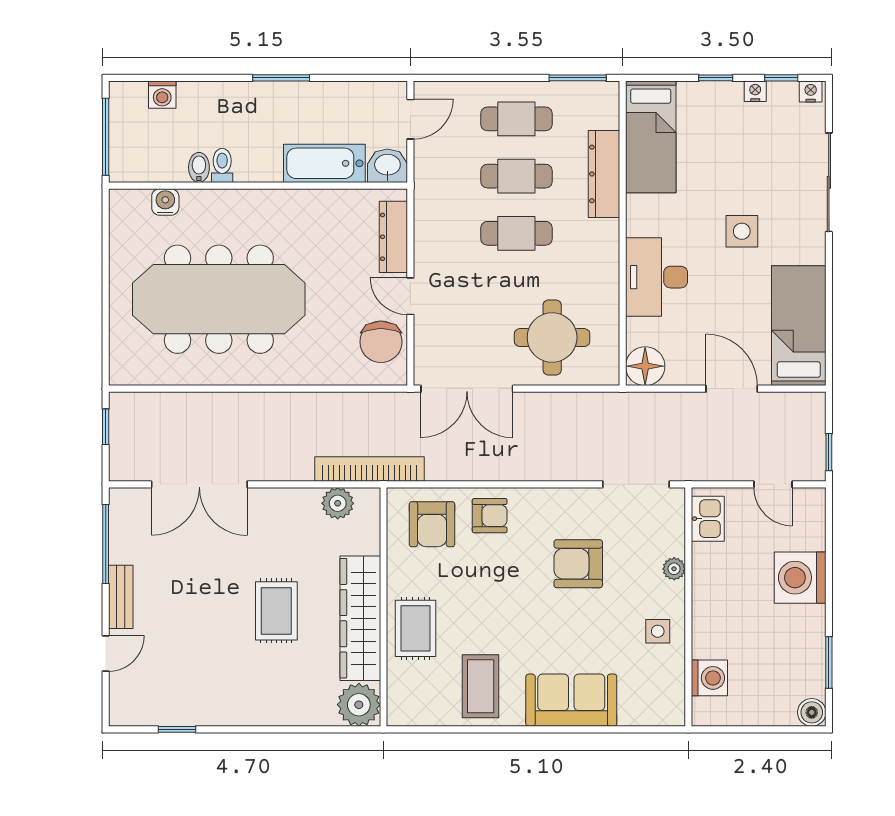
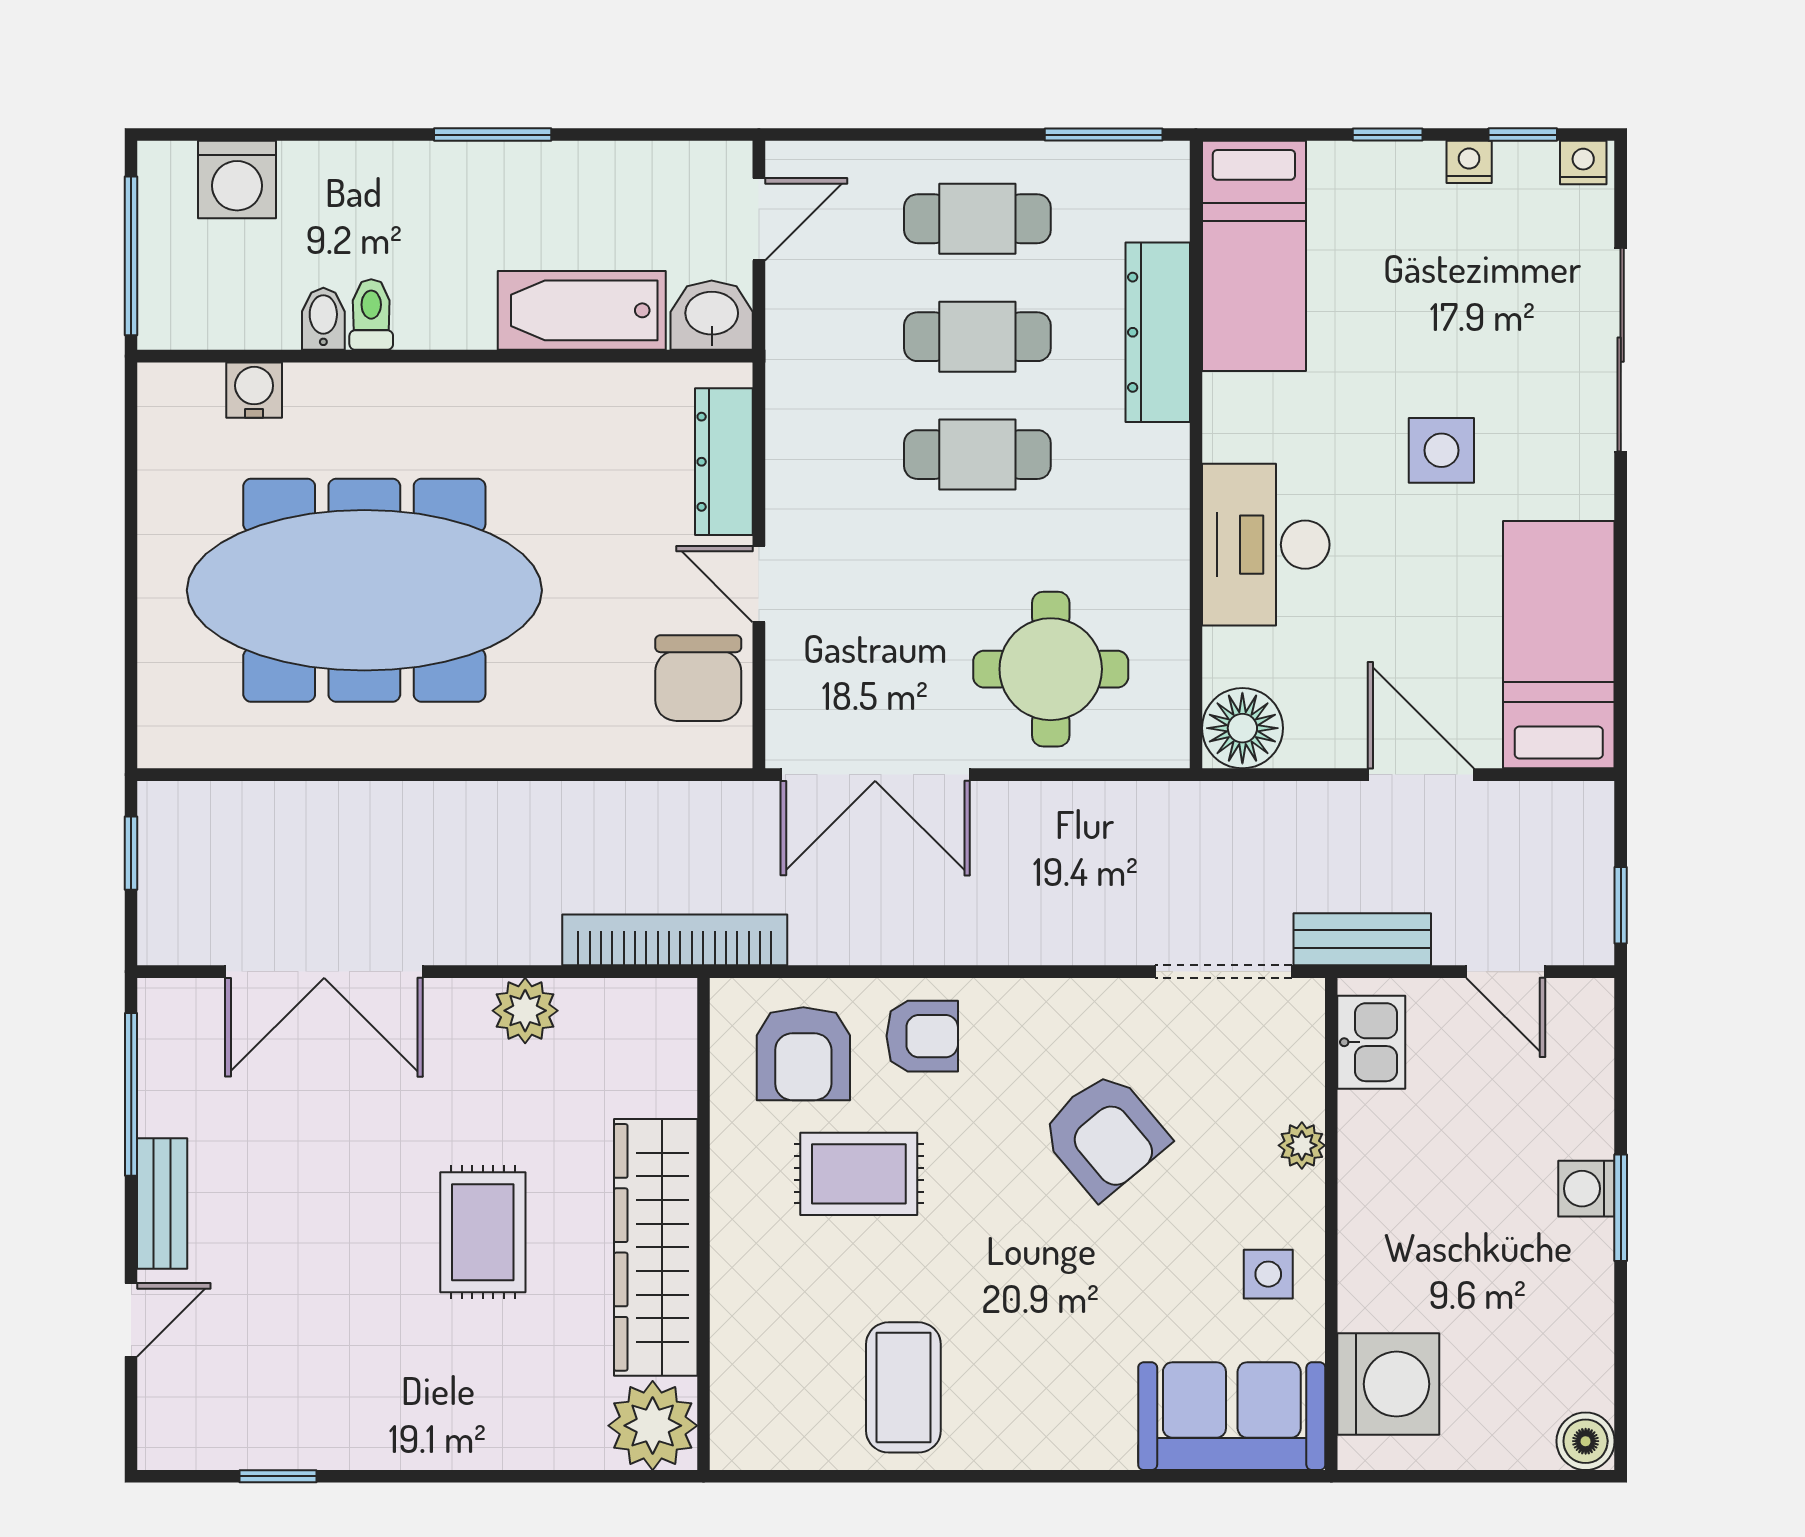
washing machine: (162, 95) -> (237, 179), width x1.38, depth x1.38
bench: (703, 469) -> (1362, 939), added
plant: (338, 503) -> (525, 1011), moved
armchair: (578, 564) -> (1104, 1135), turned -130
washing machine: (800, 578) -> (1586, 1189), width x0.53, depth x0.53
rug: (416, 628) -> (859, 1174), moved, turned 90
window: (829, 662) -> (1621, 1208), moved
washing machine: (709, 678) -> (1388, 1384), width x1.37, depth x1.37
sofa: (571, 700) -> (1232, 1416), moved

